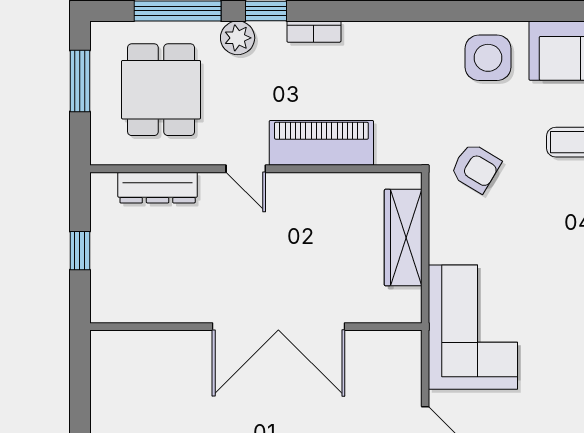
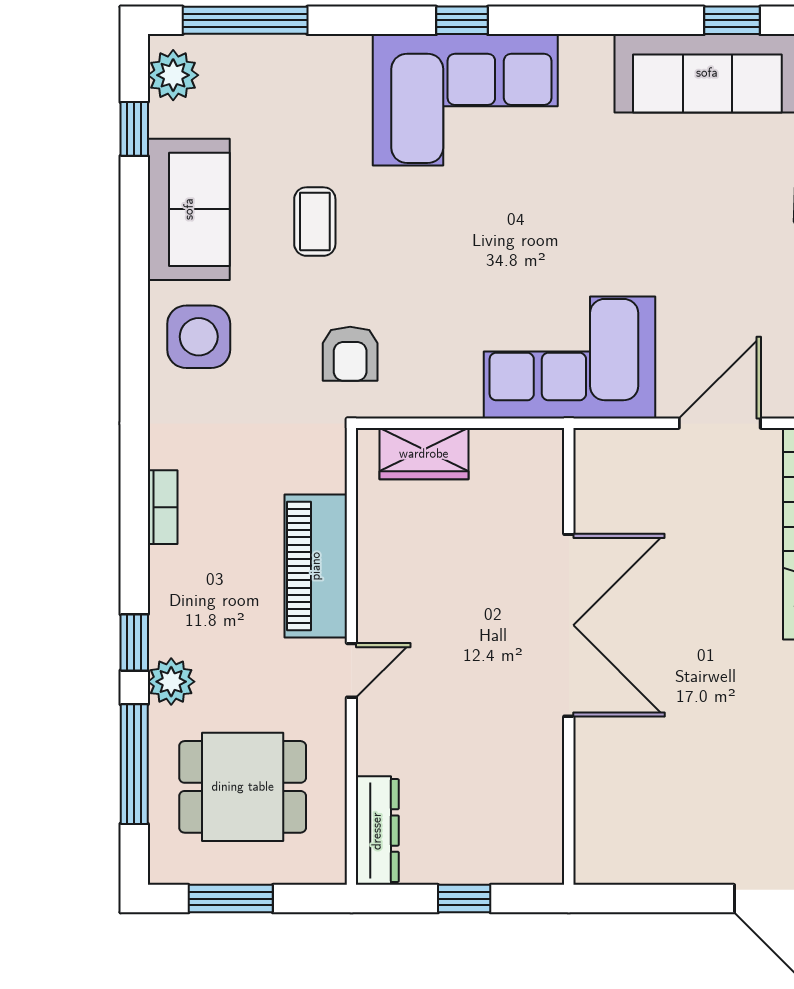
bookcase: (314, 32) -> (163, 507), moved
armchair: (476, 168) -> (350, 354), turned 149
dresser: (158, 188) -> (377, 831), moved
wardrobe: (403, 238) -> (424, 454), width x0.67

